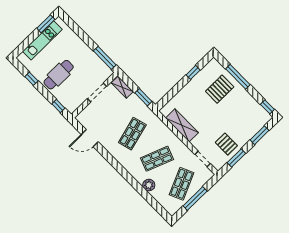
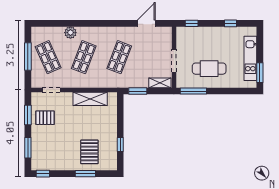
cafe table: (59, 75) -> (209, 69), moved, turned 90
window: (238, 77) -> (85, 174), width x0.69
shop shelf: (132, 134) -> (119, 57), turned 36

